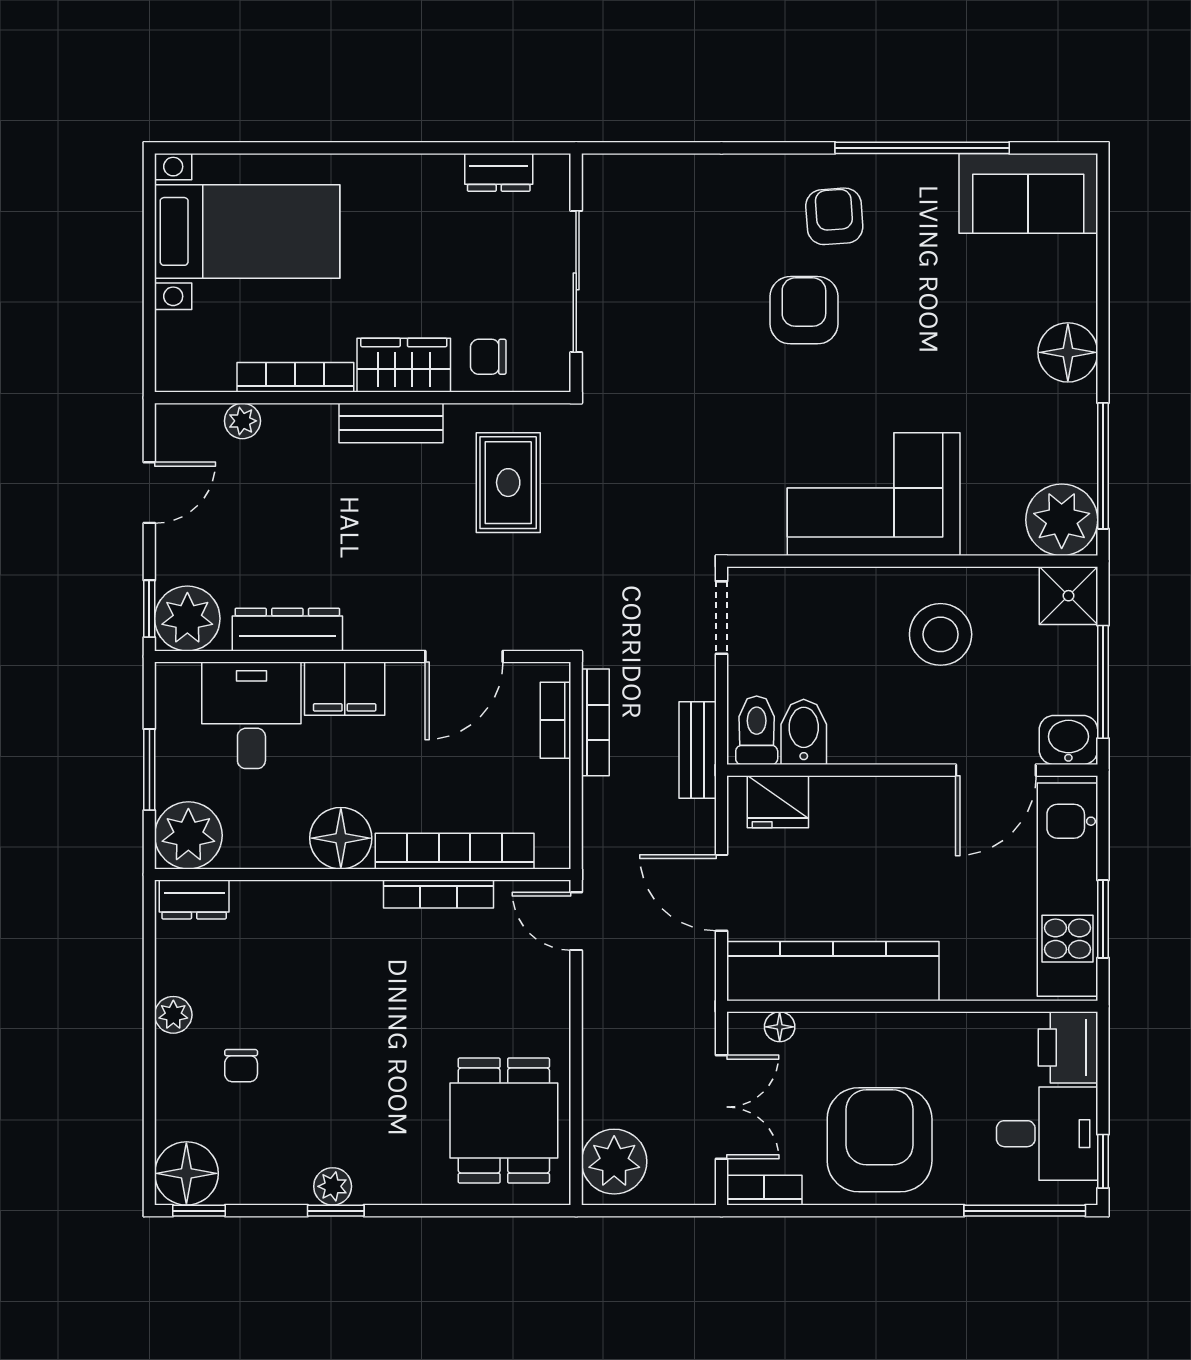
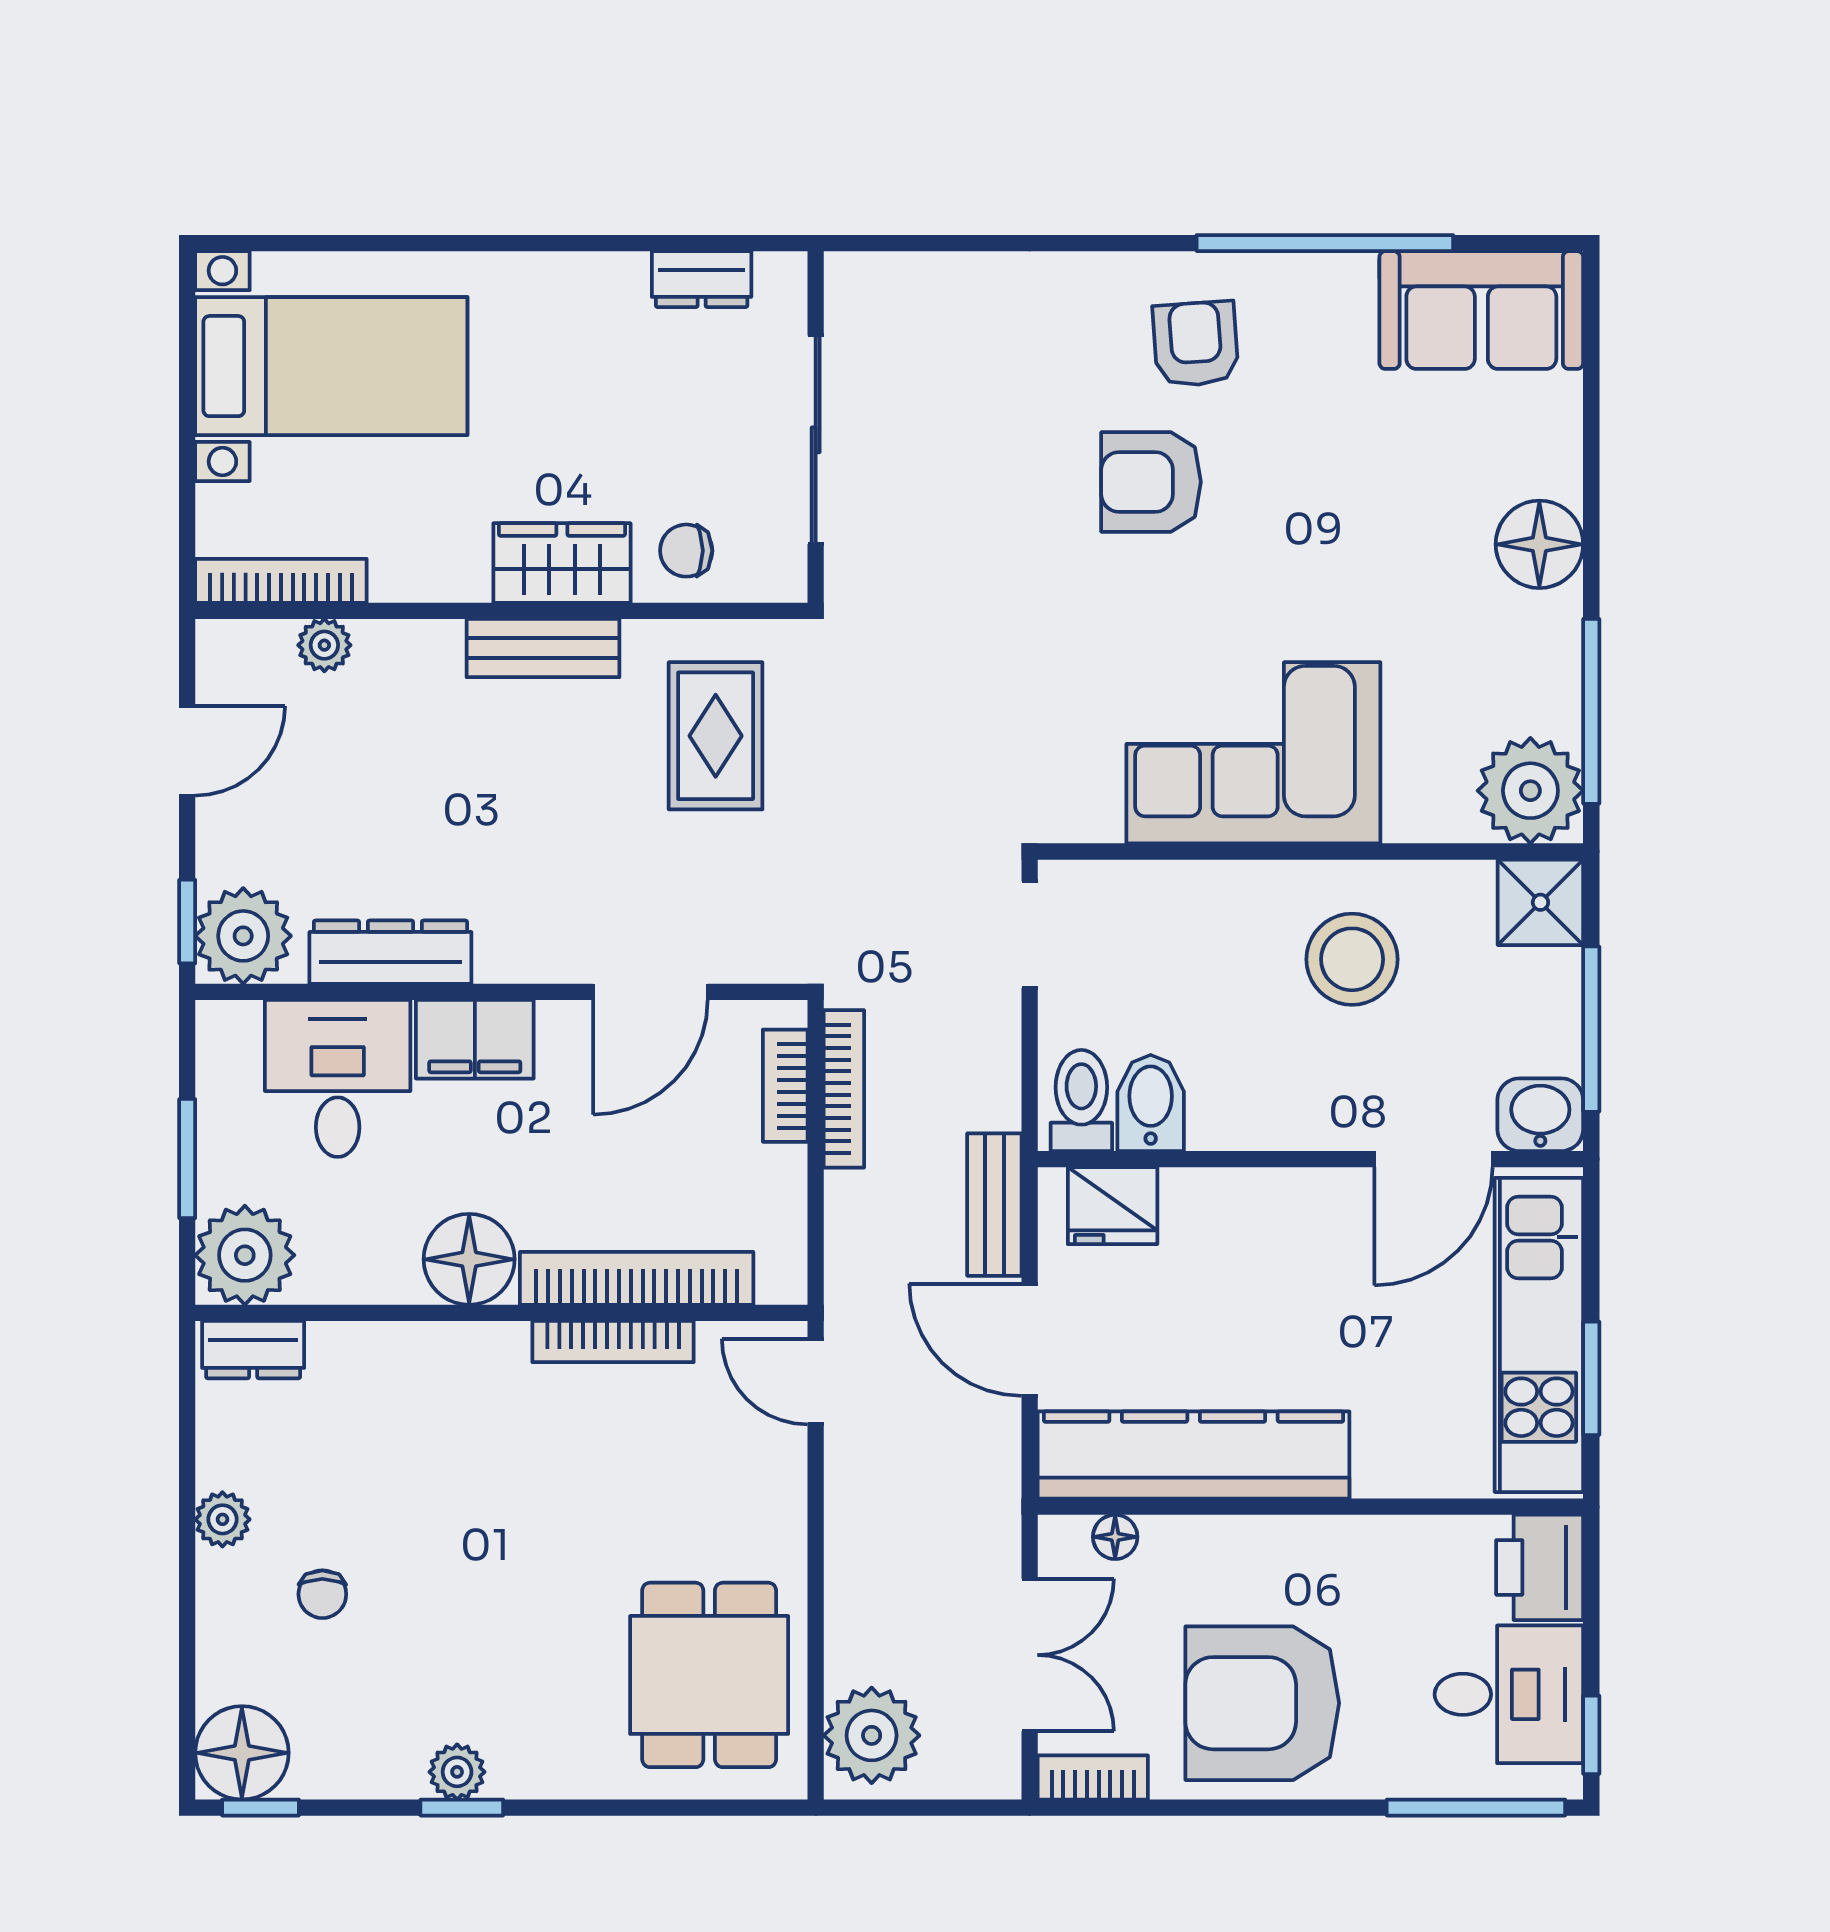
armchair: (804, 310) -> (1151, 482), turned -90
bookcase: (295, 377) -> (281, 581), moved
bench: (698, 750) -> (994, 1205), moved
armchair: (880, 1140) -> (1262, 1703), turned -90

